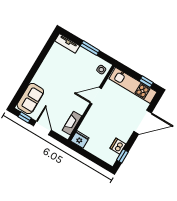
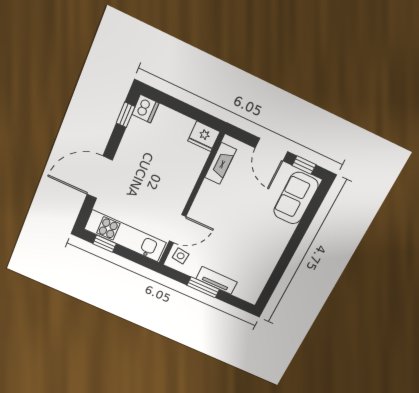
tv unit: (67, 43) -> (217, 280), moved
door: (96, 96) -> (178, 229), moved
dishwasher: (118, 146) -> (145, 109), moved

